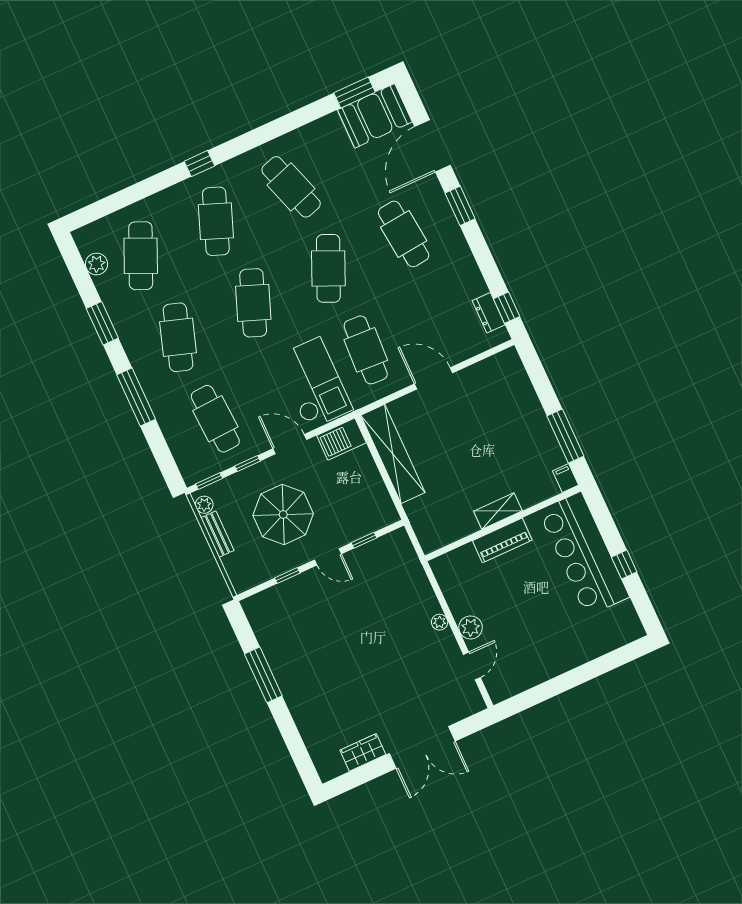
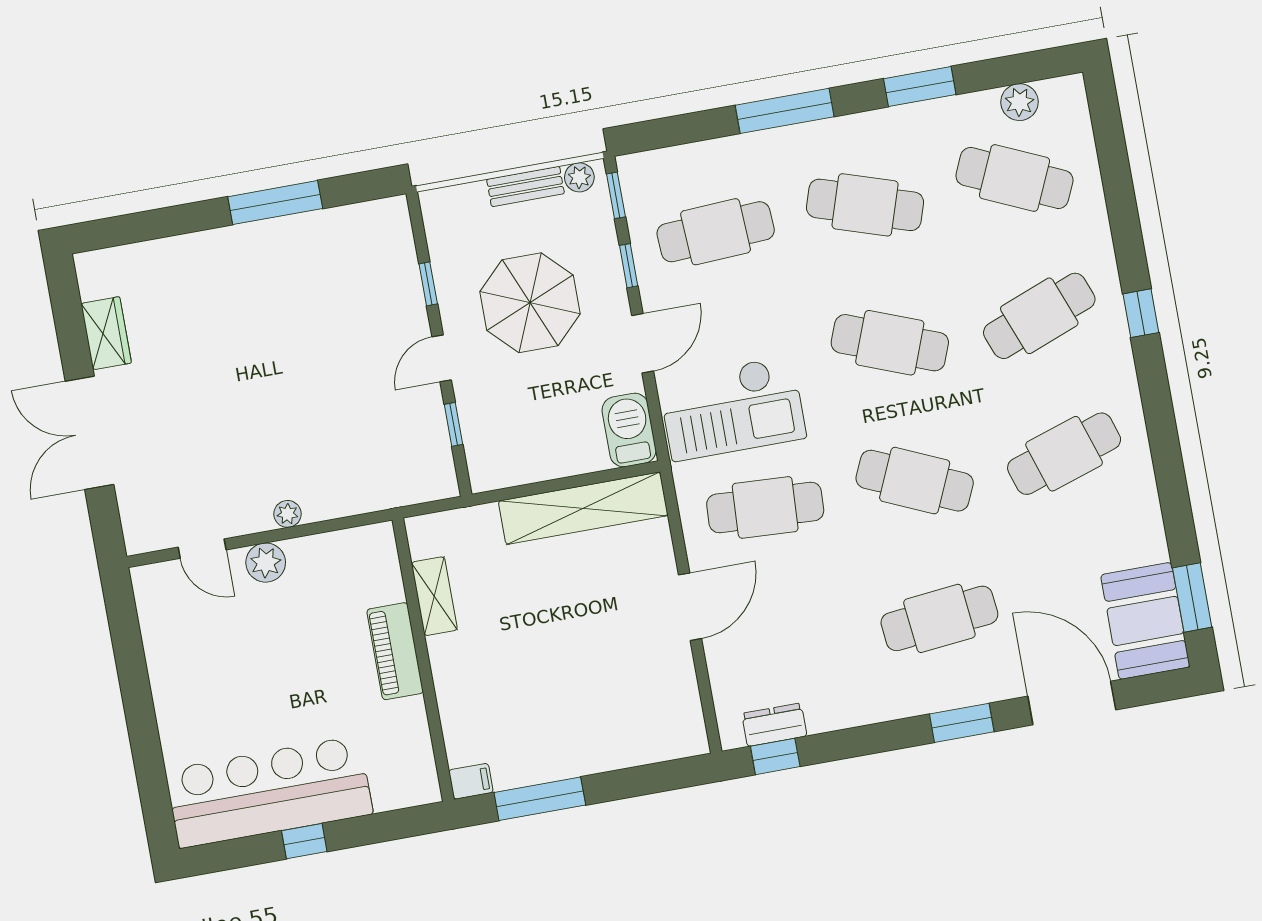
cafe table: (216, 221) -> (1039, 316), turned -42
shelving: (498, 511) -> (434, 596), moved
bar counter: (584, 554) -> (269, 792), moved

